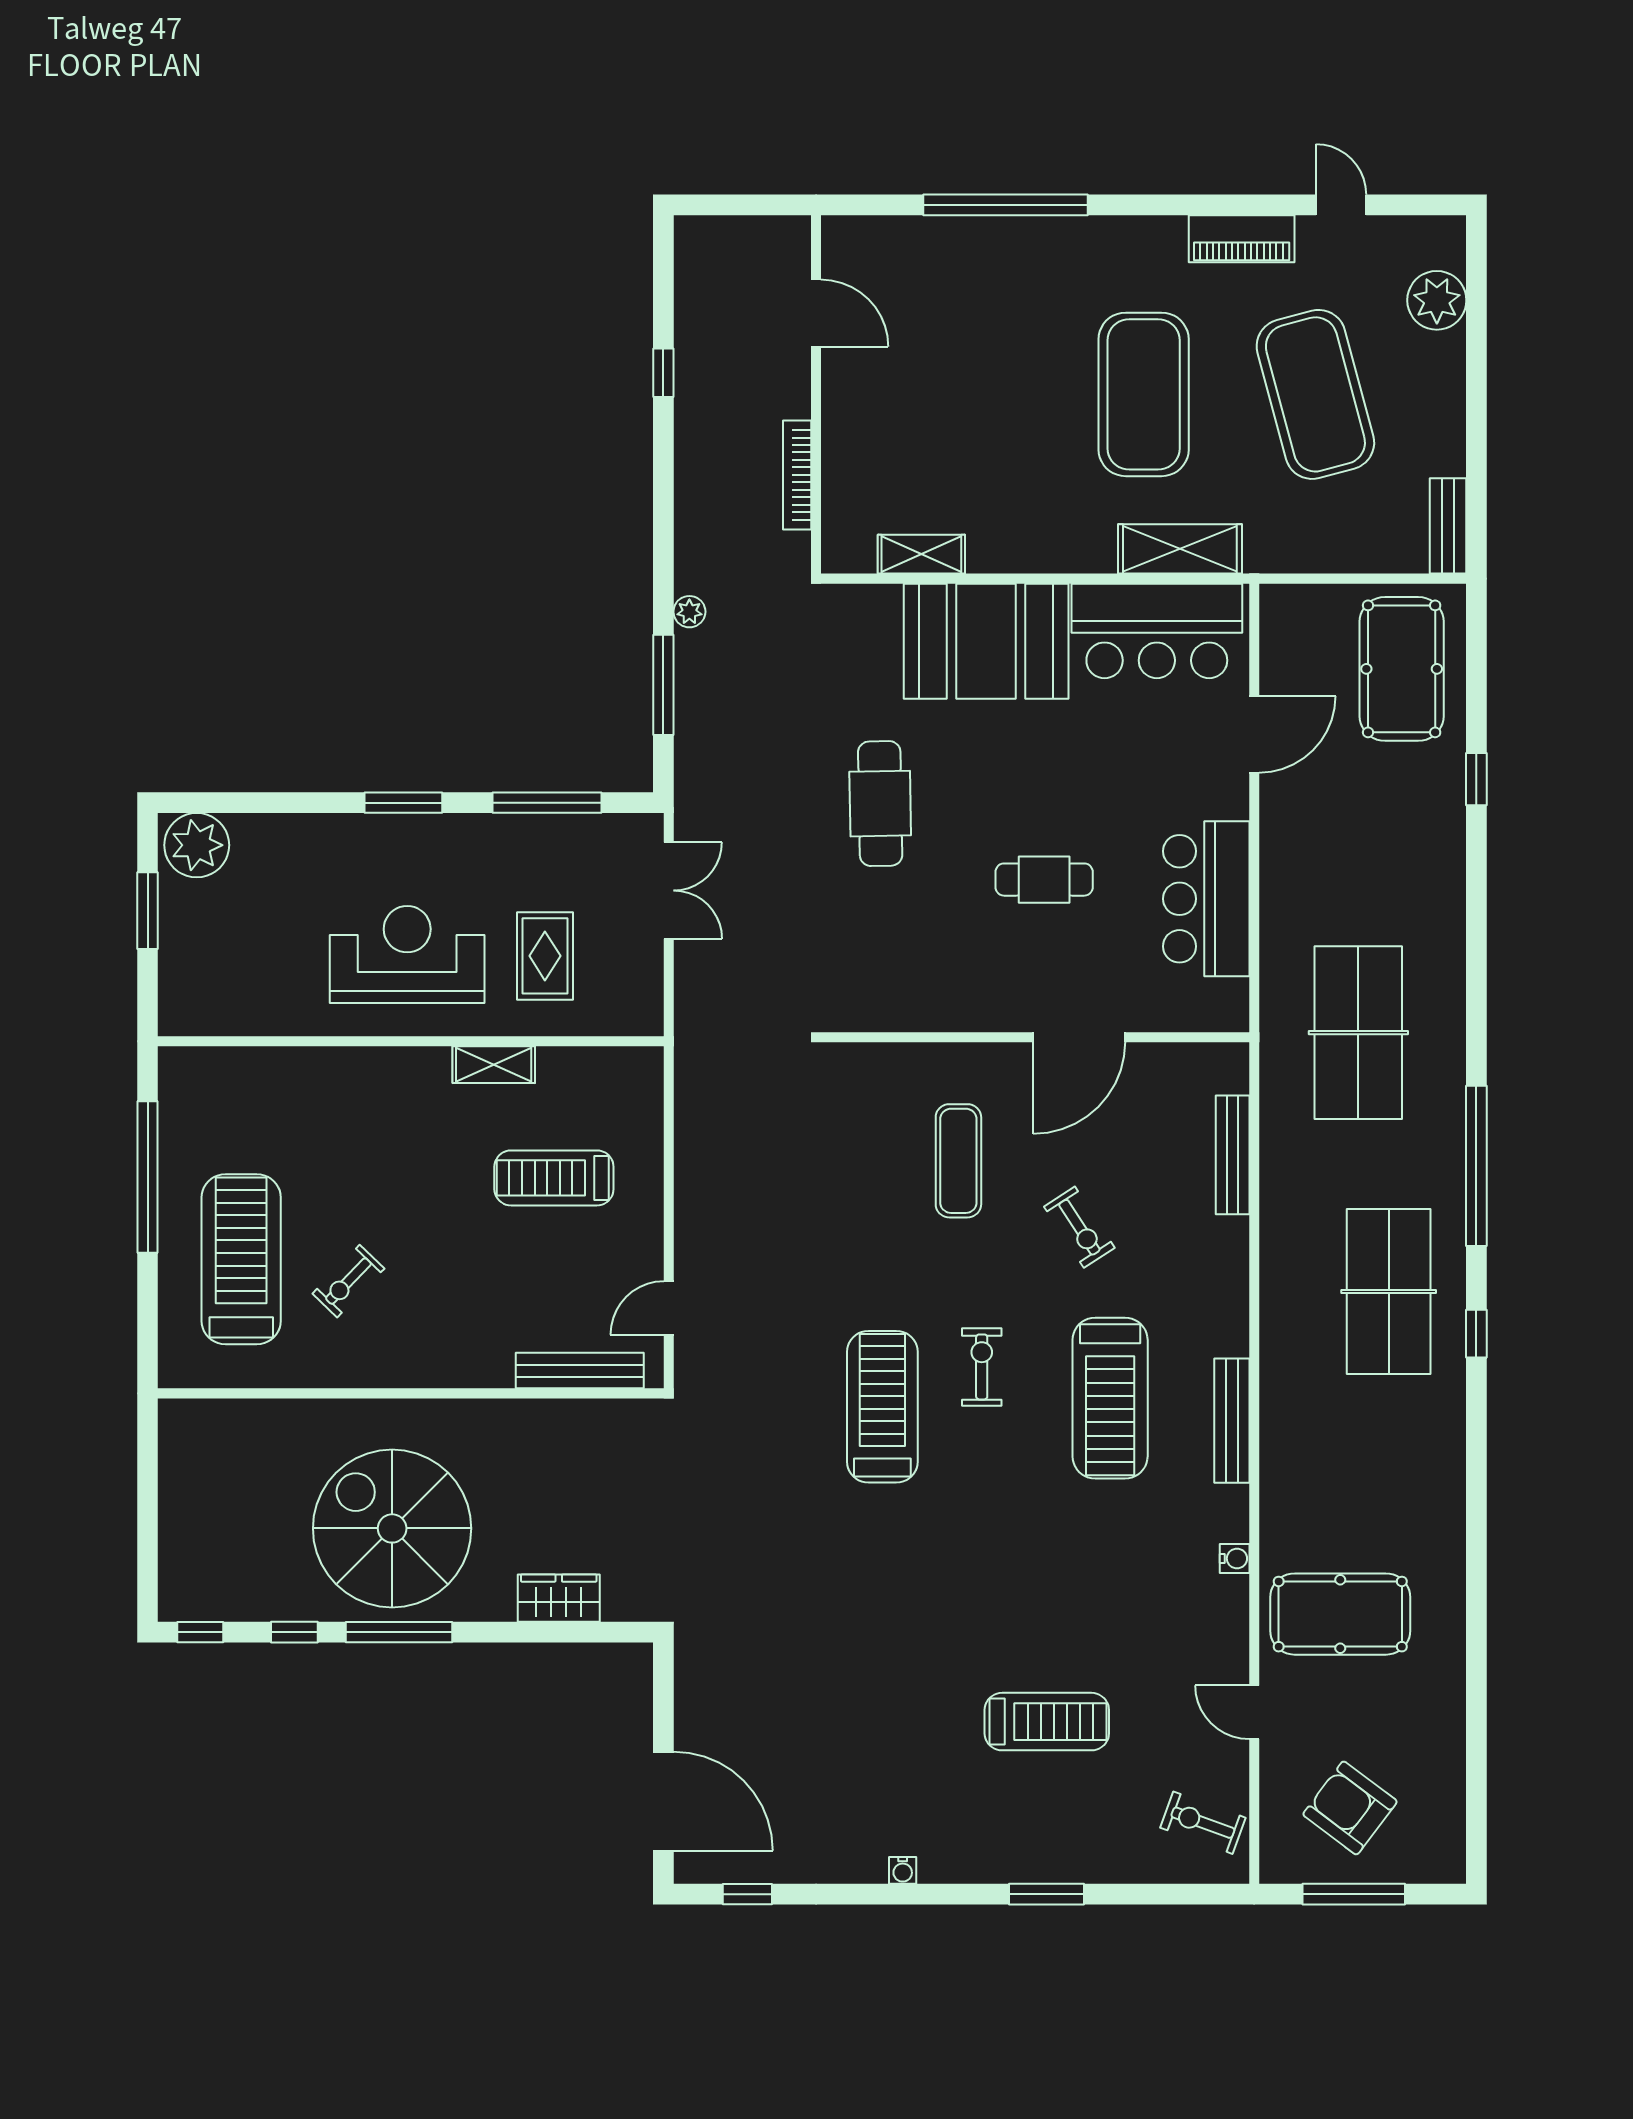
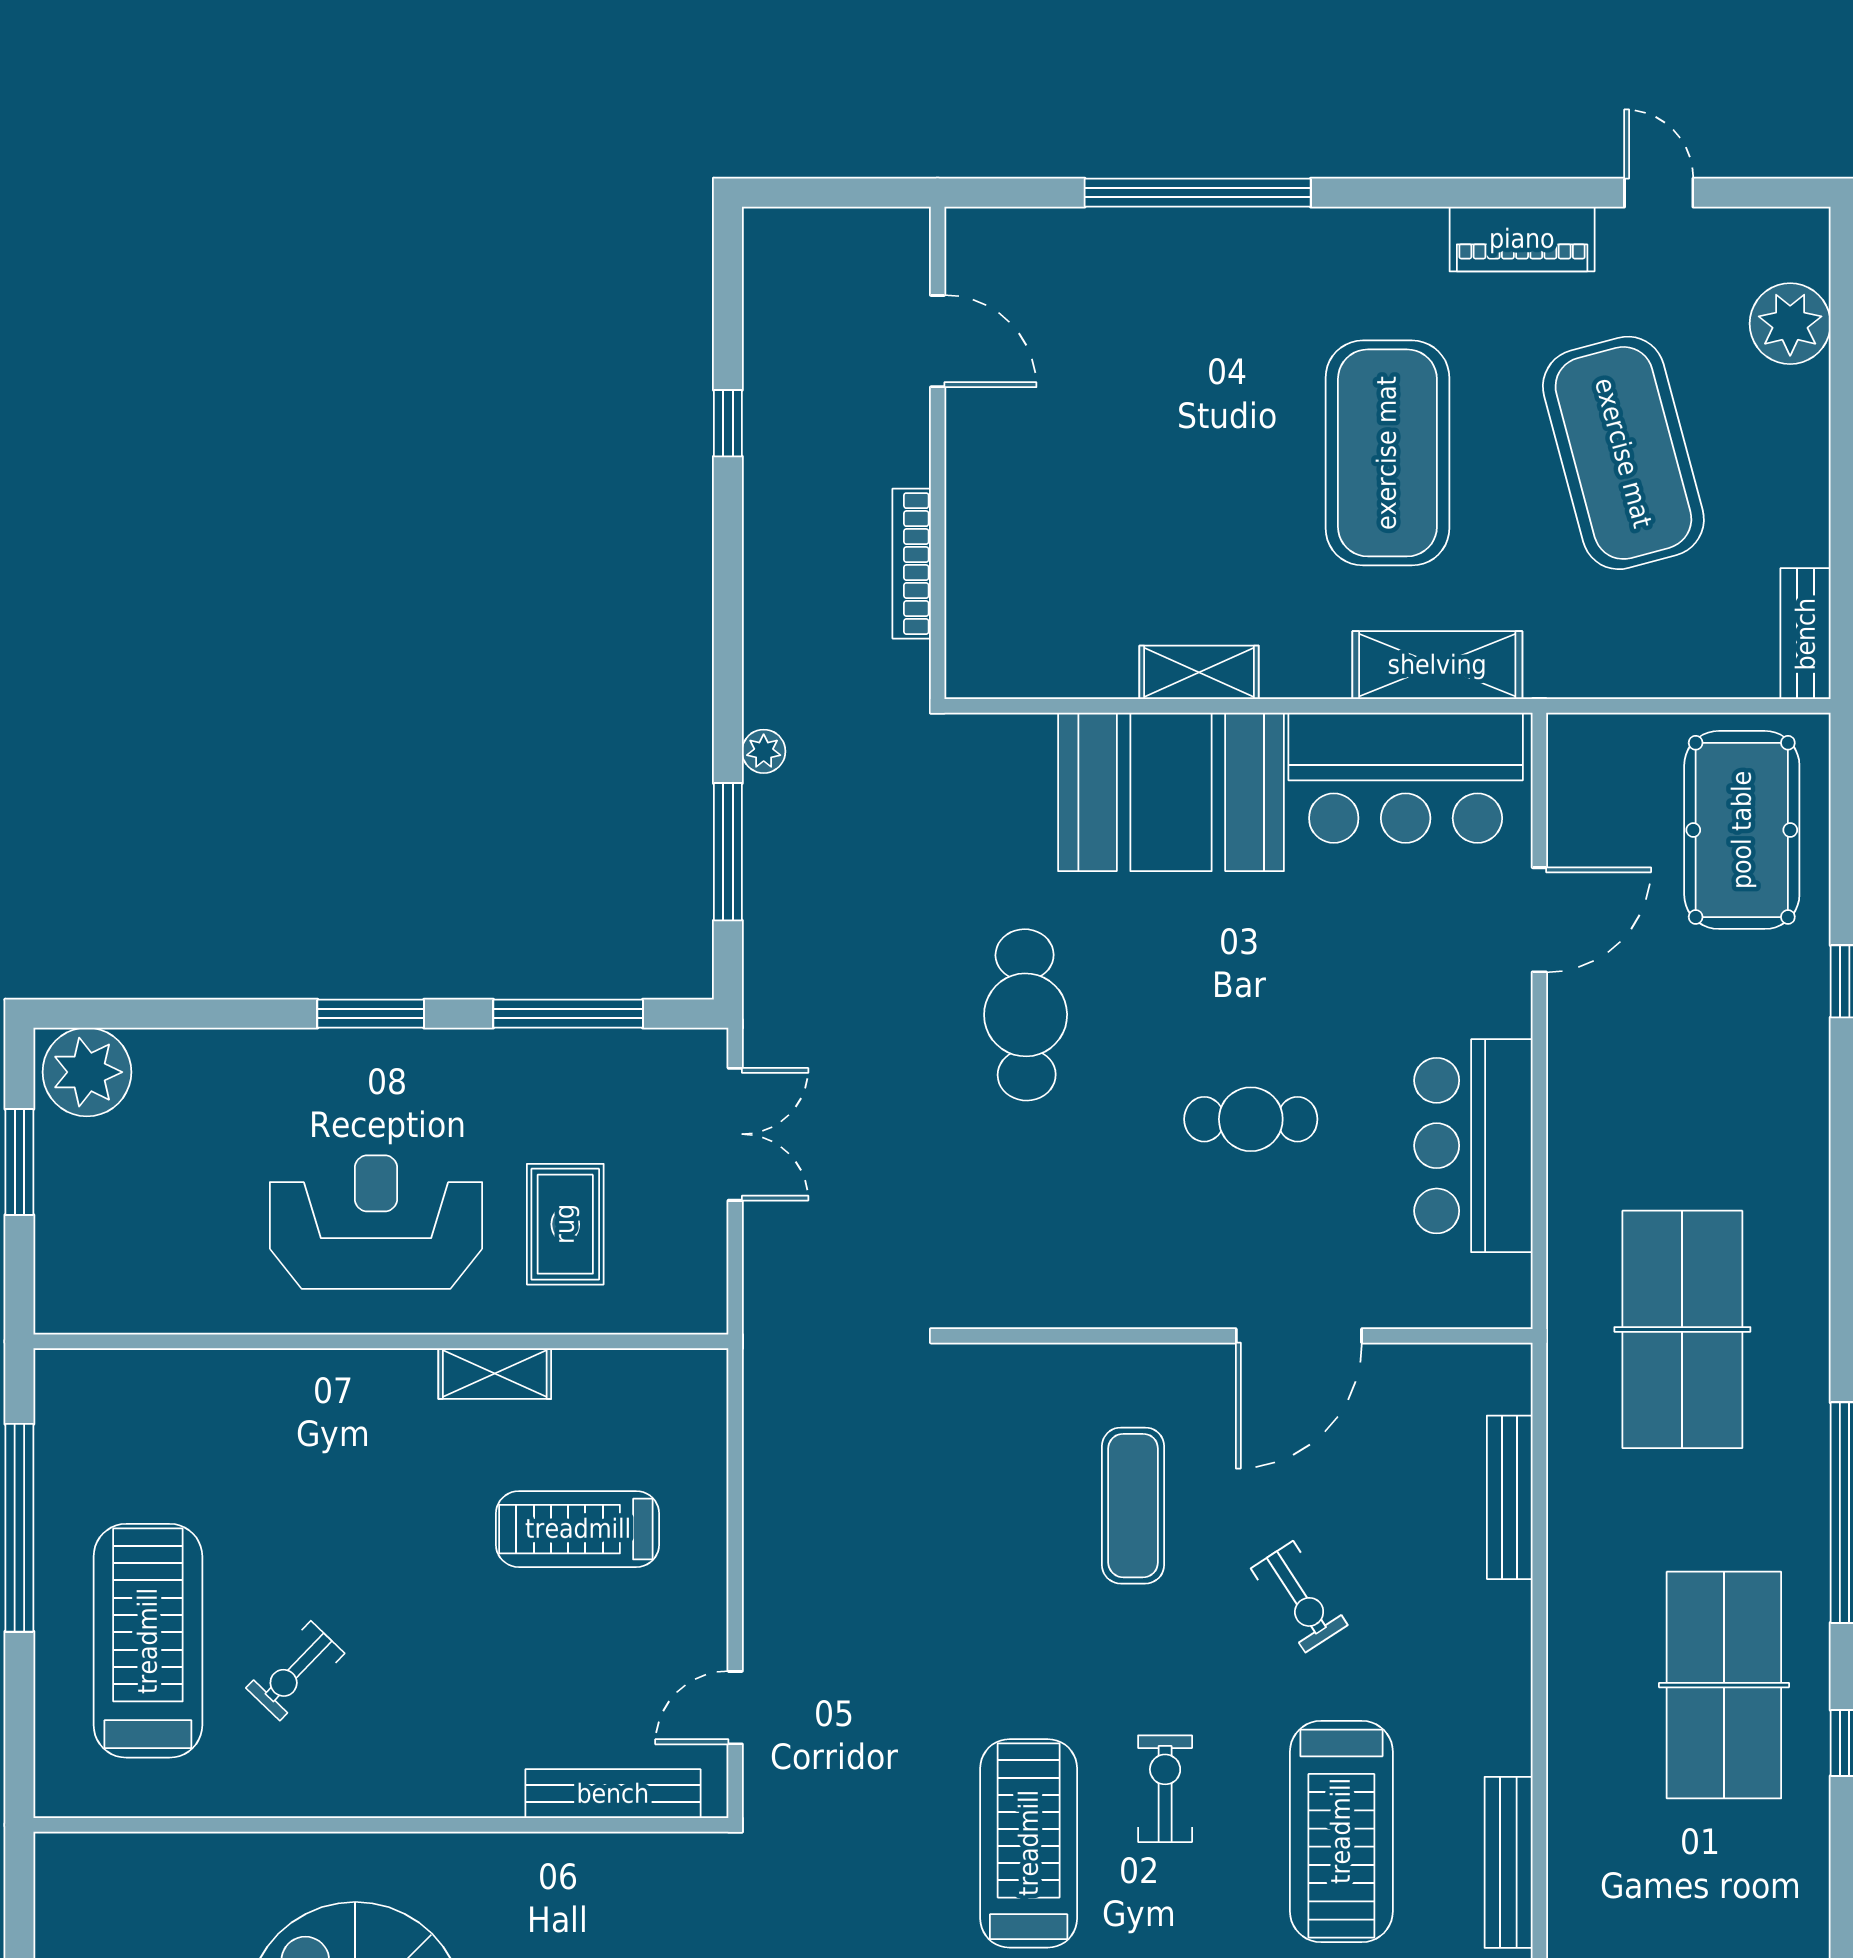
shelving: (921, 554) -> (1199, 672), moved

